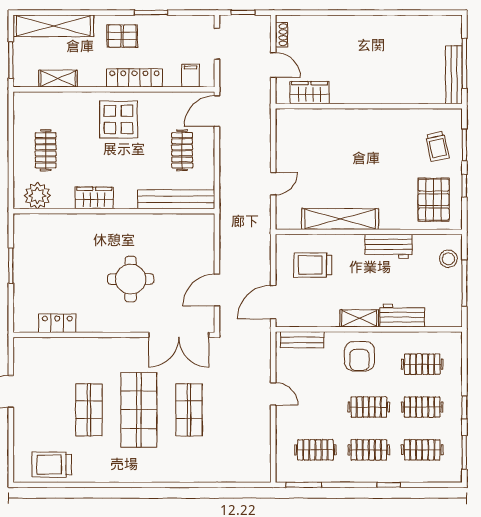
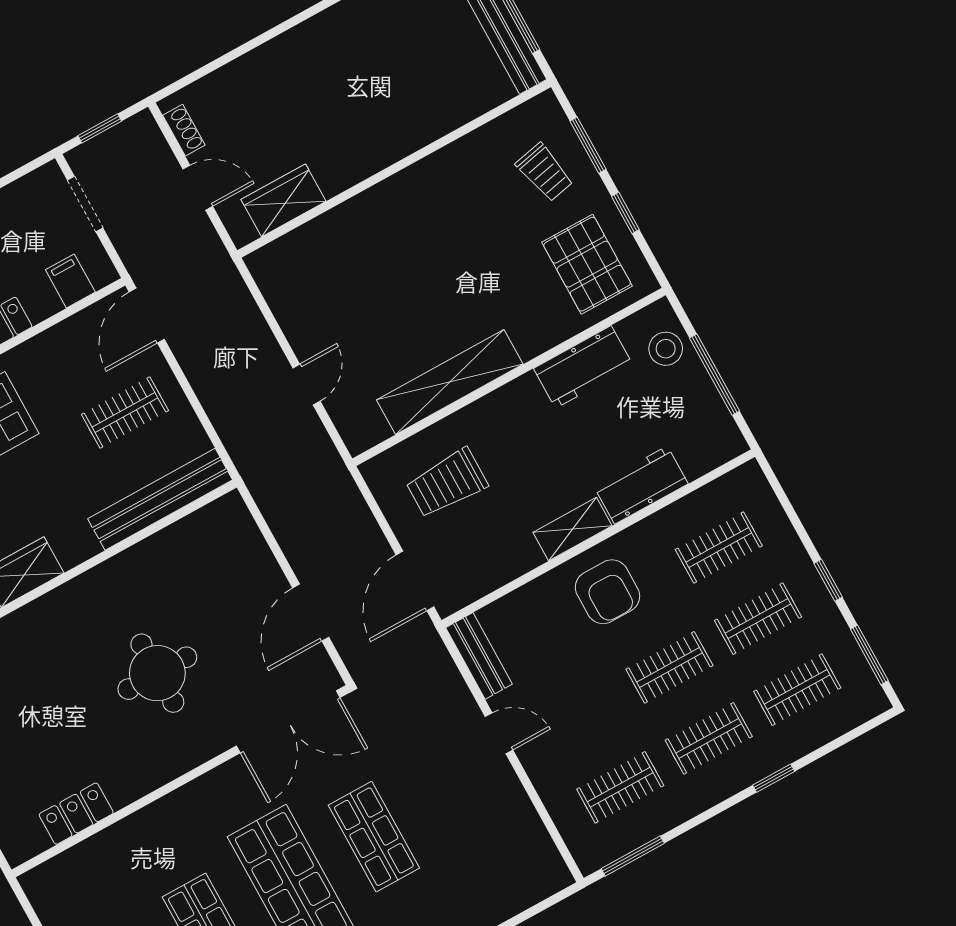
clothes rail: (182, 150) -> (125, 412), turned 90
workbench: (388, 246) -> (583, 367), moved
bench: (302, 340) -> (479, 656), moved, turned 90

